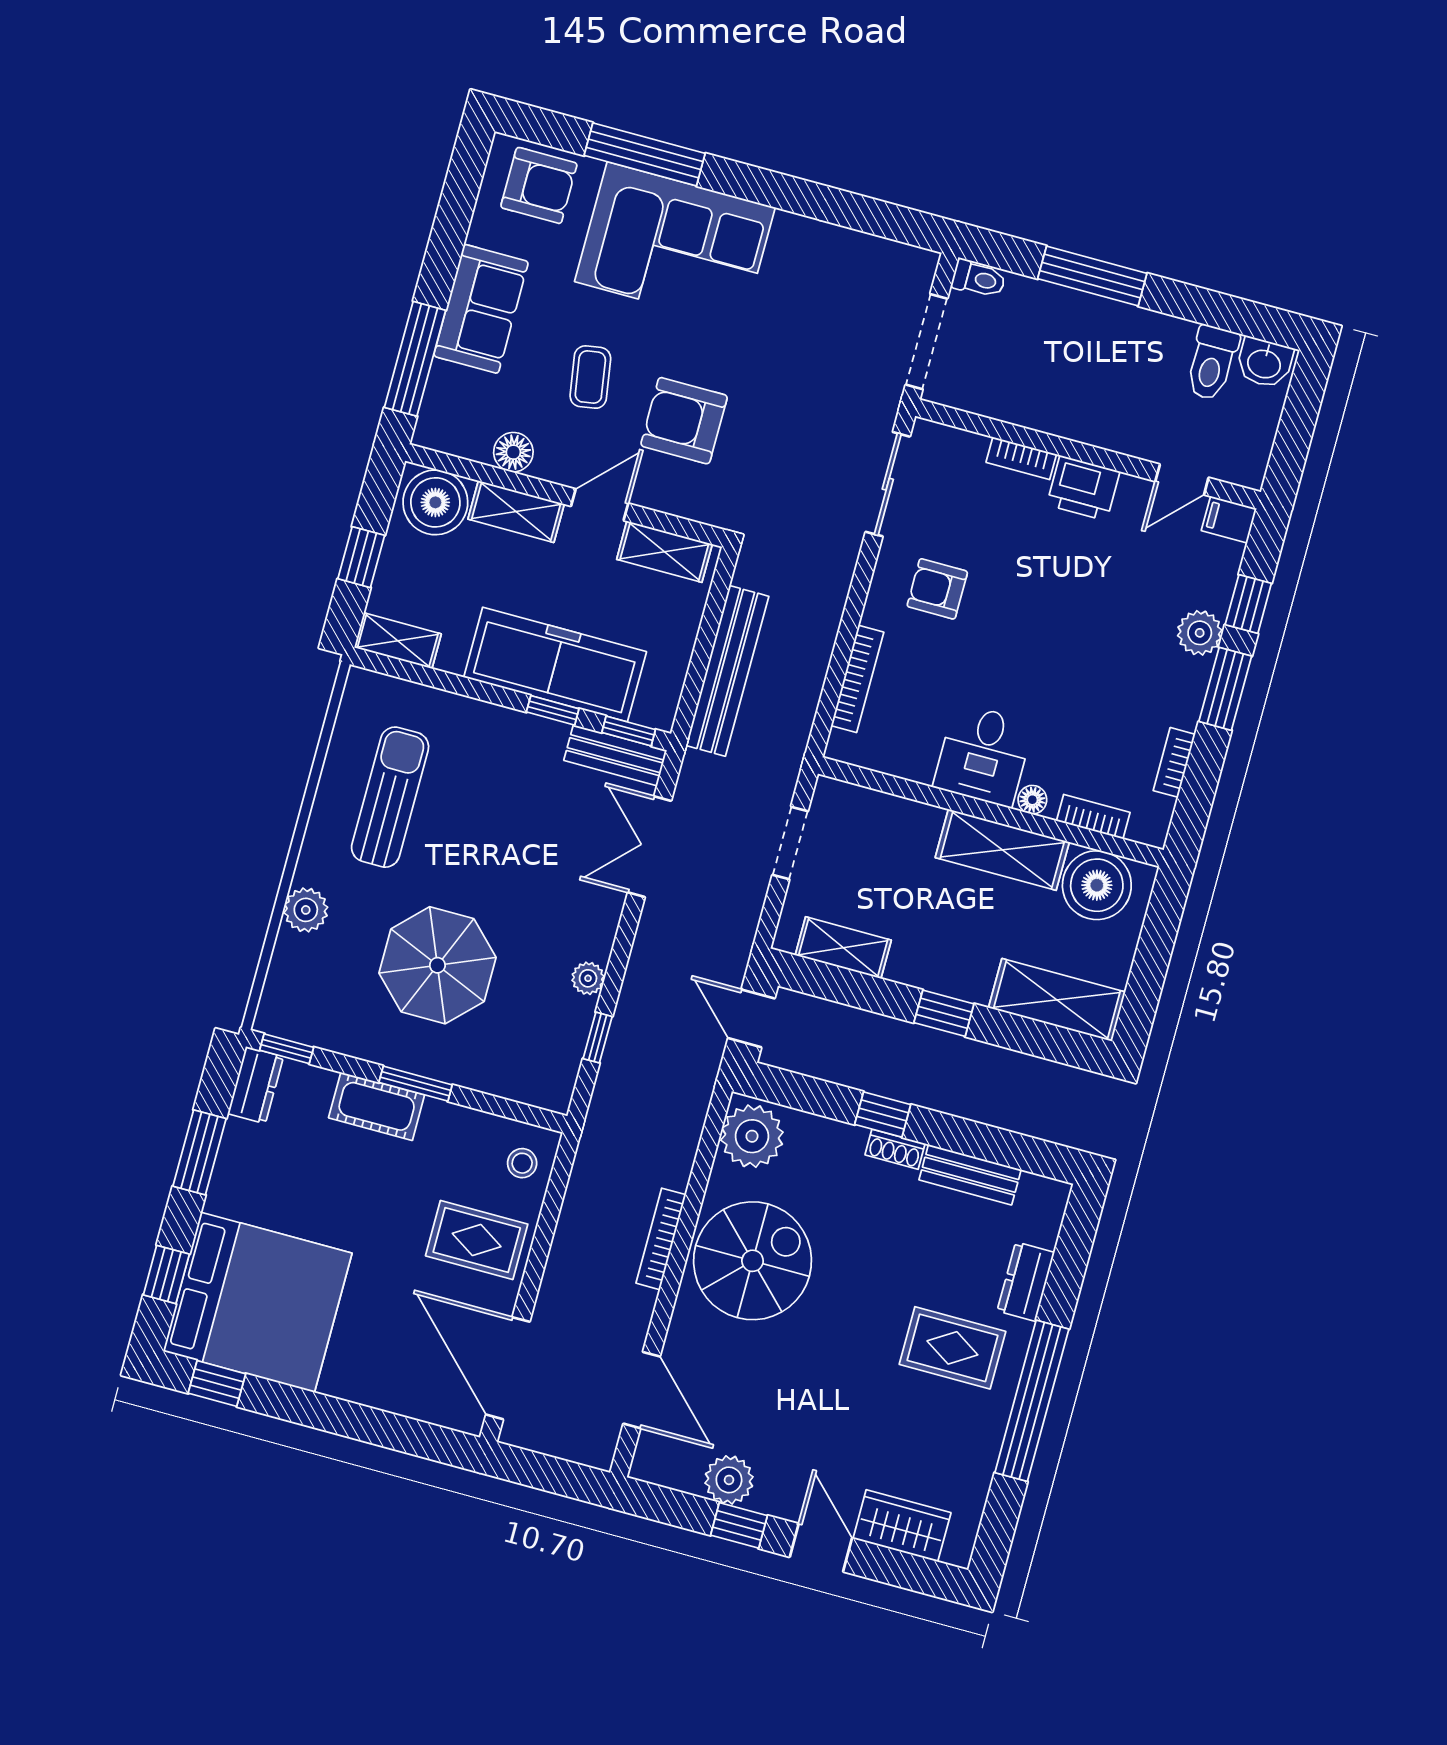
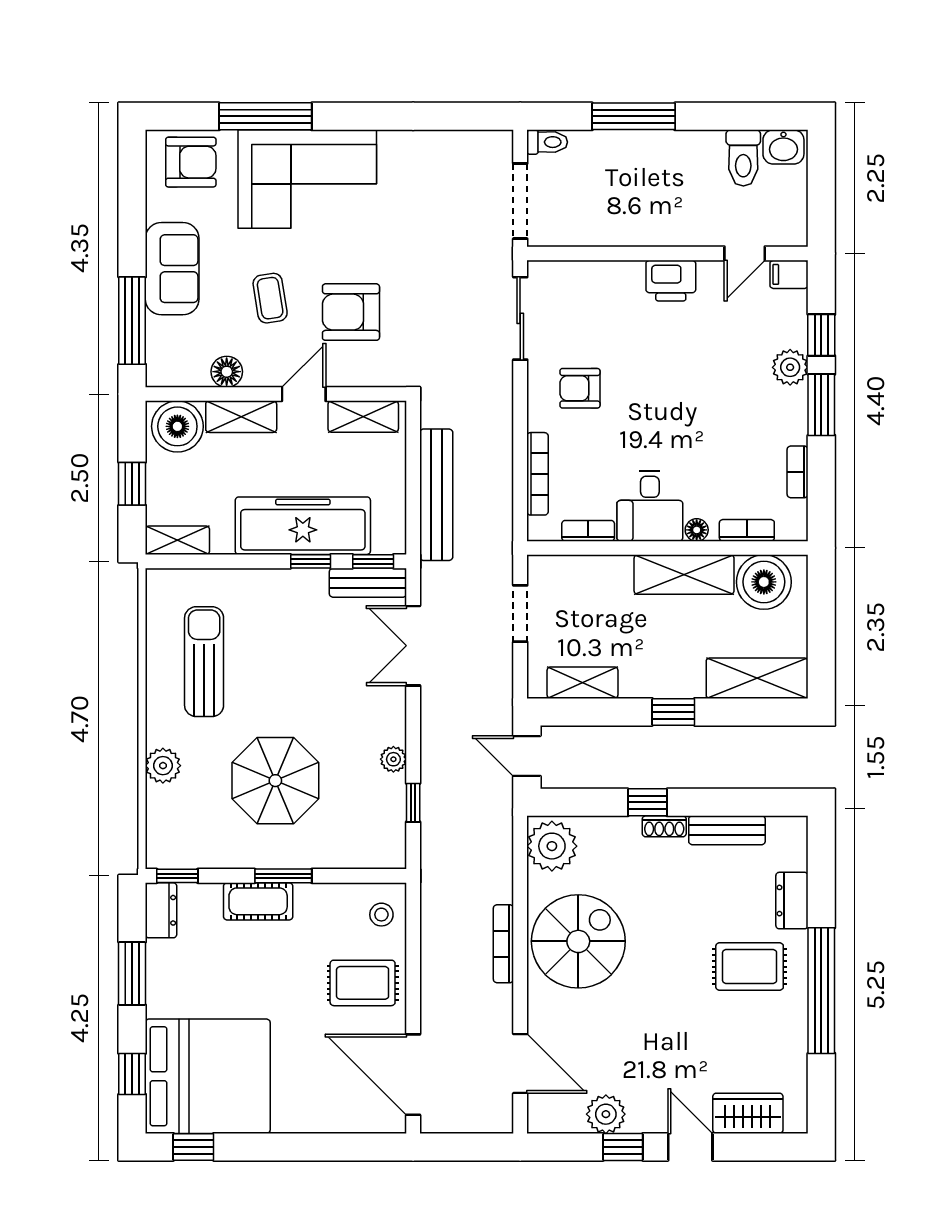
bookcase: (1021, 458) -> (588, 531), moved, turned 180

